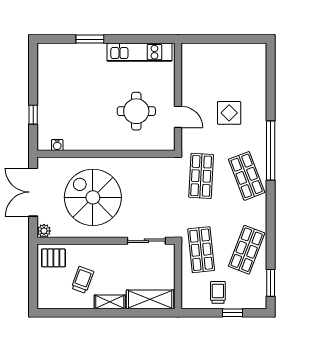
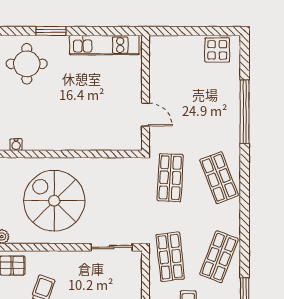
round table: (136, 111) -> (27, 64), moved
display table: (229, 113) -> (217, 50), moved
window: (271, 151) -> (245, 112), moved

